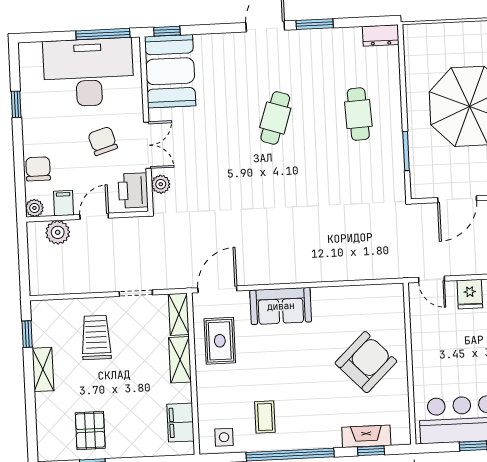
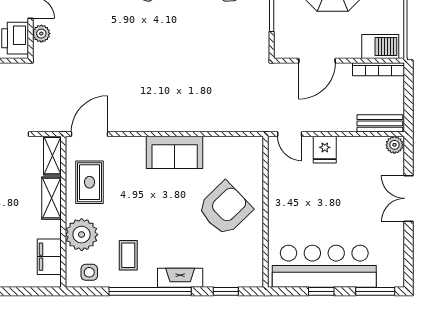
sofa: (281, 306) -> (175, 152), moved
plant: (214, 397) -> (82, 235), added
fireplace: (366, 436) -> (180, 278), moved

